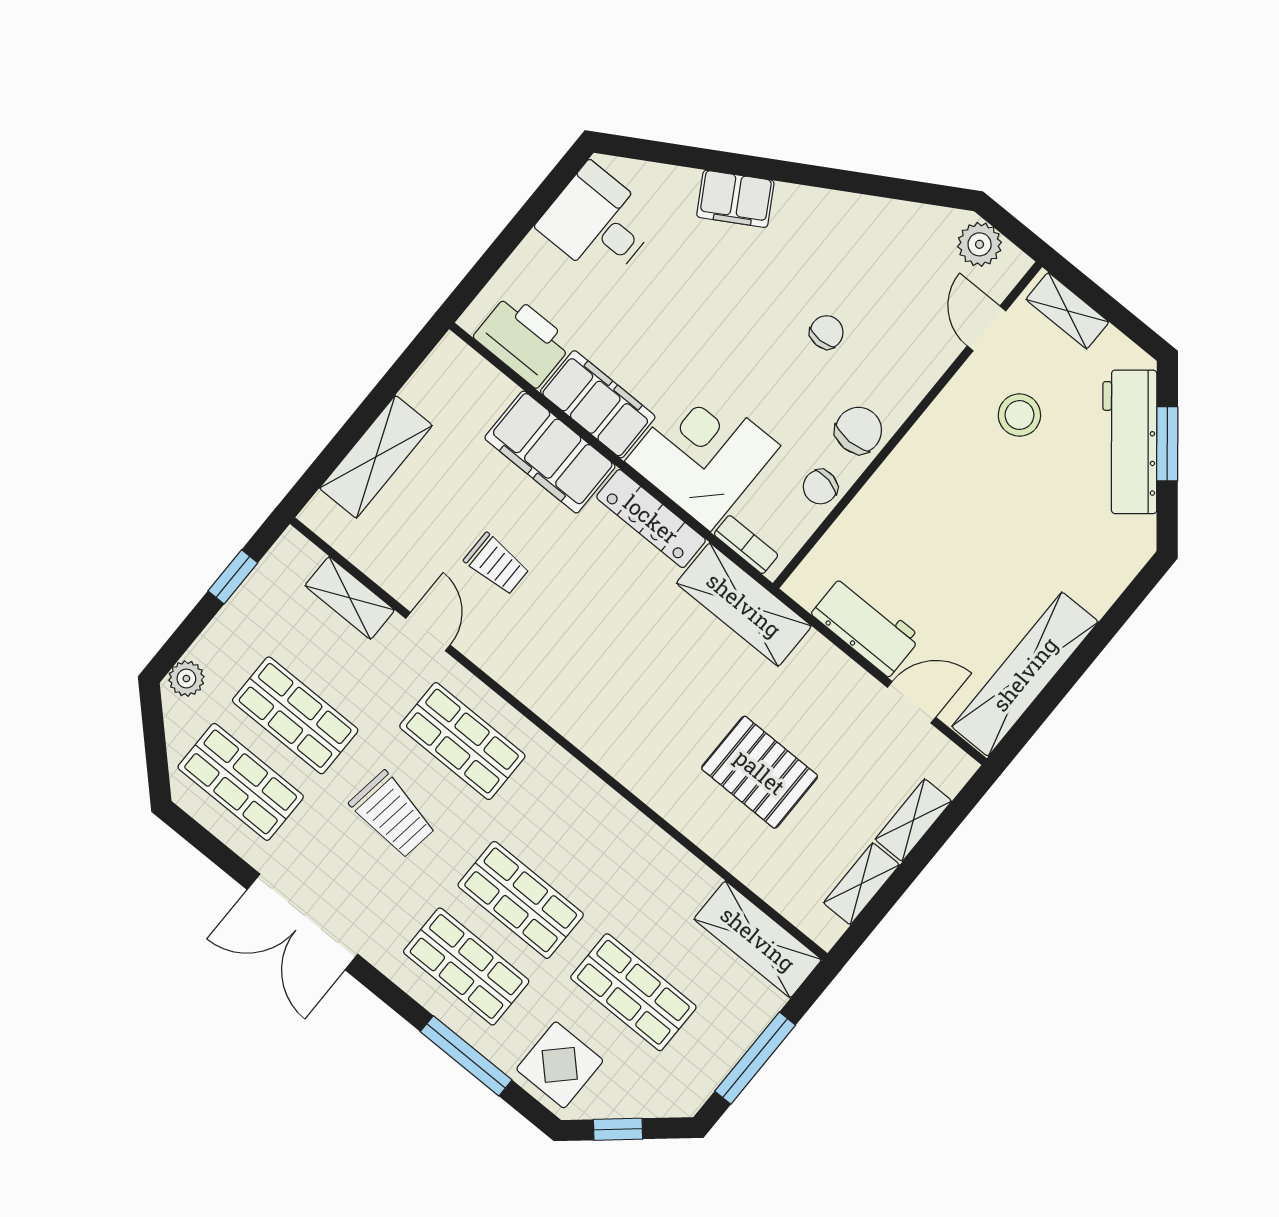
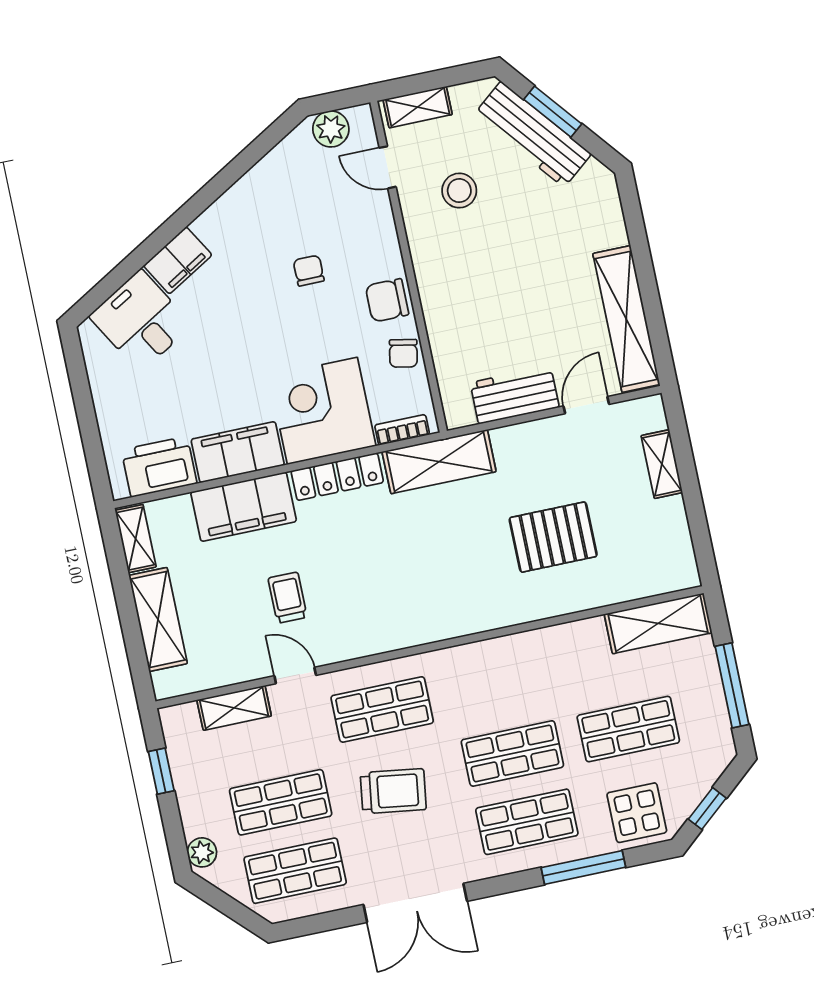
desk: (598, 223) -> (141, 321), moved, turned 59
chair: (859, 430) -> (387, 300), turned -90
trolley: (497, 564) -> (288, 598), turned -90
shelving: (861, 884) -> (136, 539), moved

